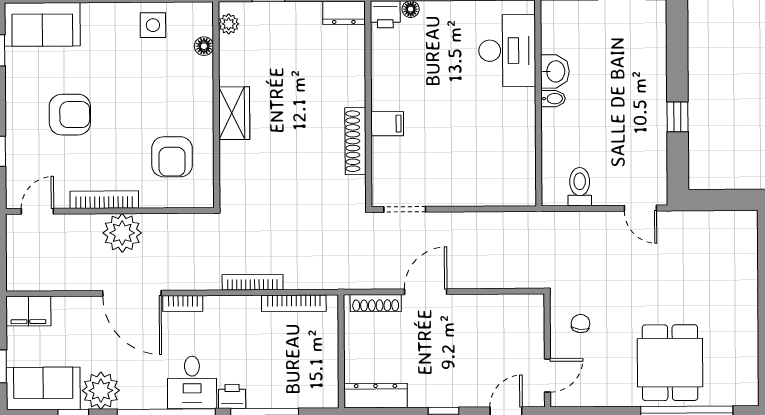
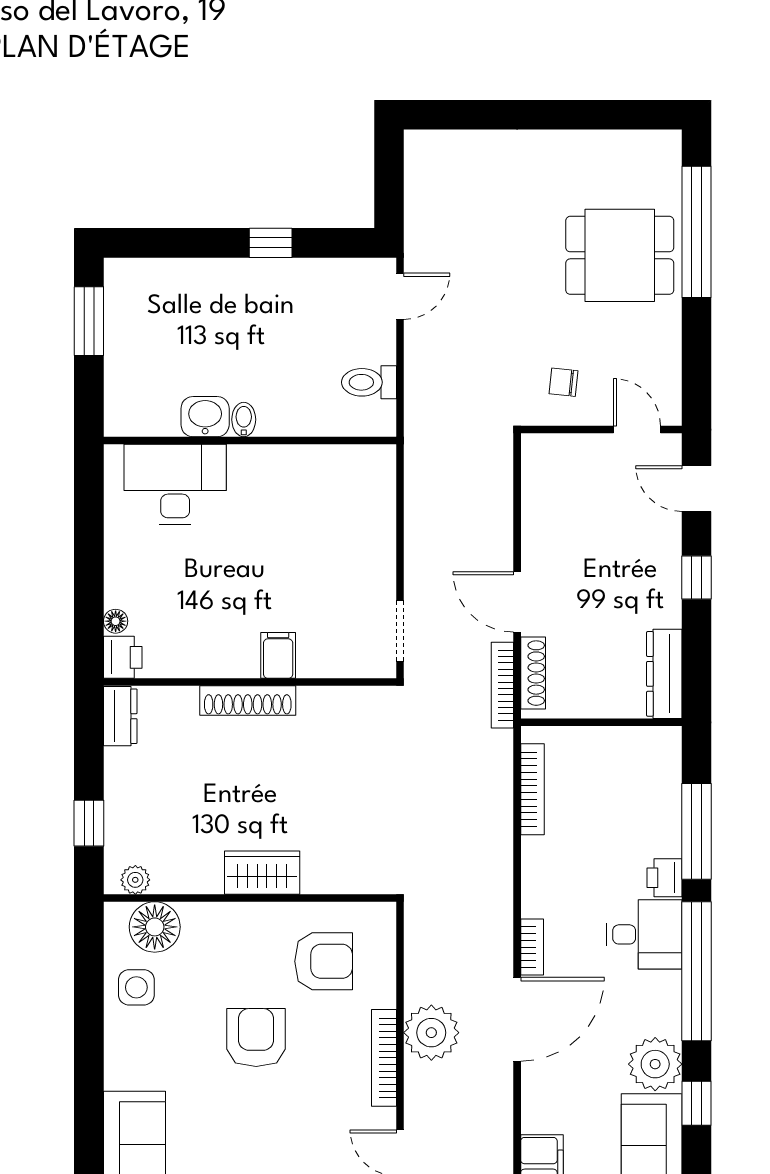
floor lamp: (204, 46) -> (155, 927), width x1.89, depth x1.89
armchair: (70, 115) -> (256, 1038), moved
shoe rack: (355, 141) -> (248, 701), moved
bookcase: (253, 282) -> (502, 685), moved

